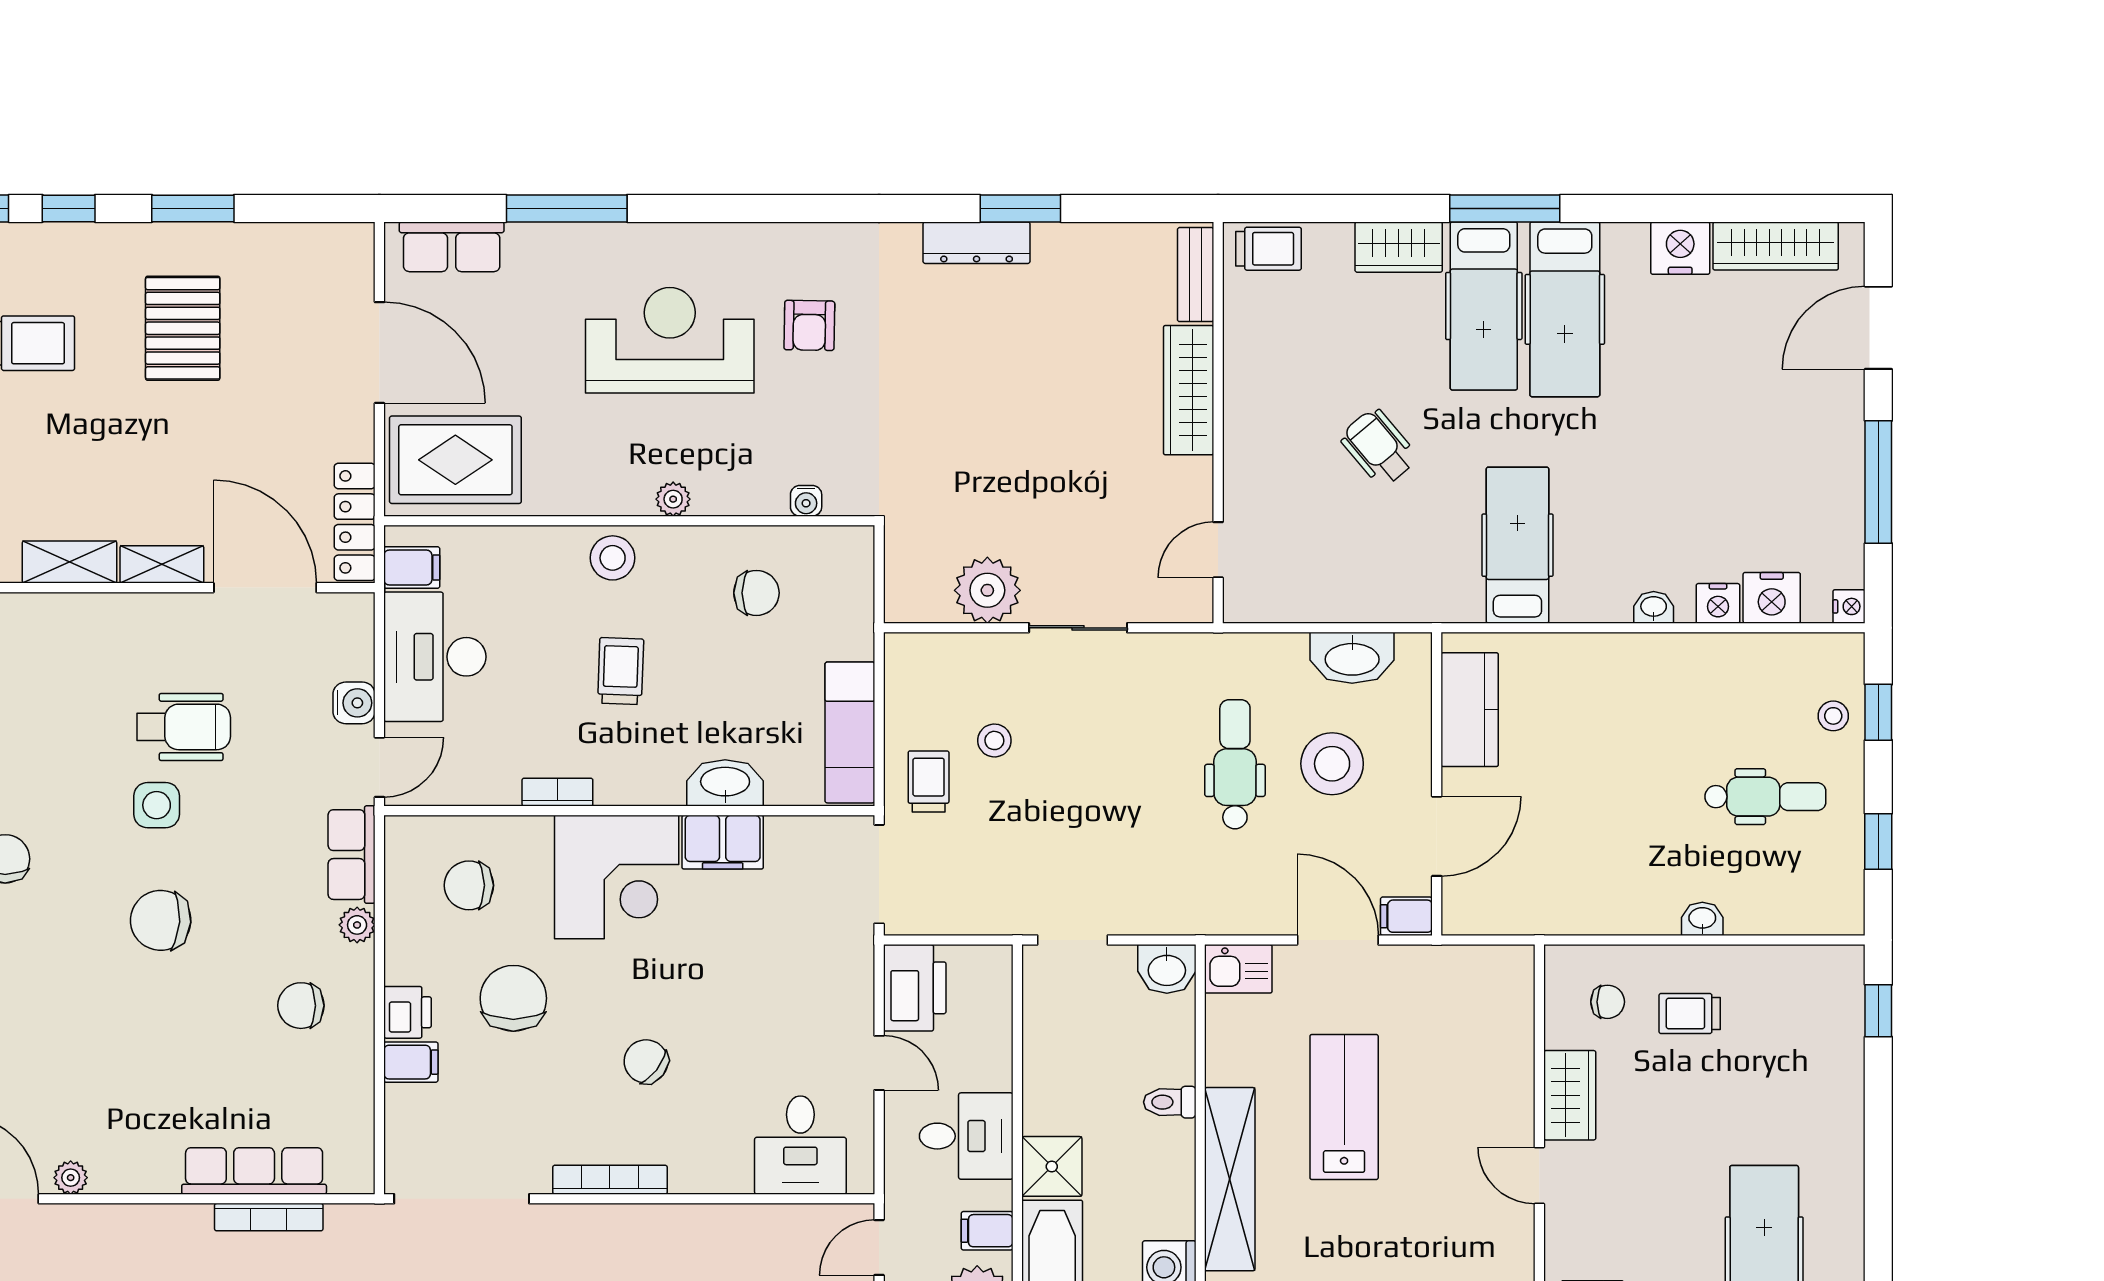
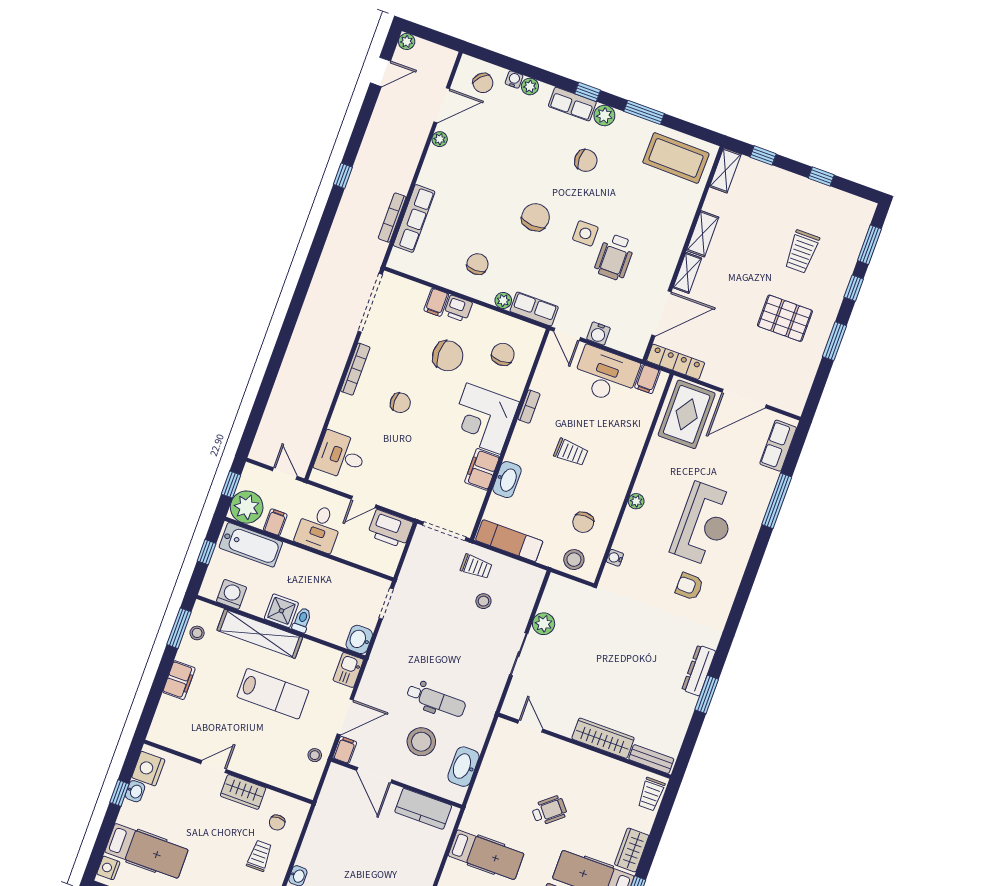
stool: (613, 558) -> (574, 560), moved
plant: (987, 590) -> (544, 624), width x0.73, depth x0.73
stool: (1440, 974) -> (315, 755), added
chair: (646, 1061) -> (400, 403), turned 52
shower: (1052, 1166) -> (281, 611), moved

